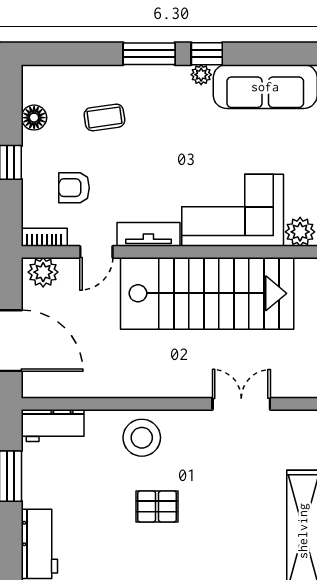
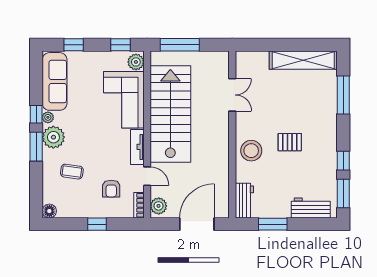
plant: (166, 85) -> (53, 137), added
coffee table: (104, 117) -> (72, 172), turned -74
floor lamp: (34, 118) -> (49, 211), moved
double door: (241, 404) -> (232, 95), swing flipped
pallet: (157, 506) -> (290, 142), turned 90

